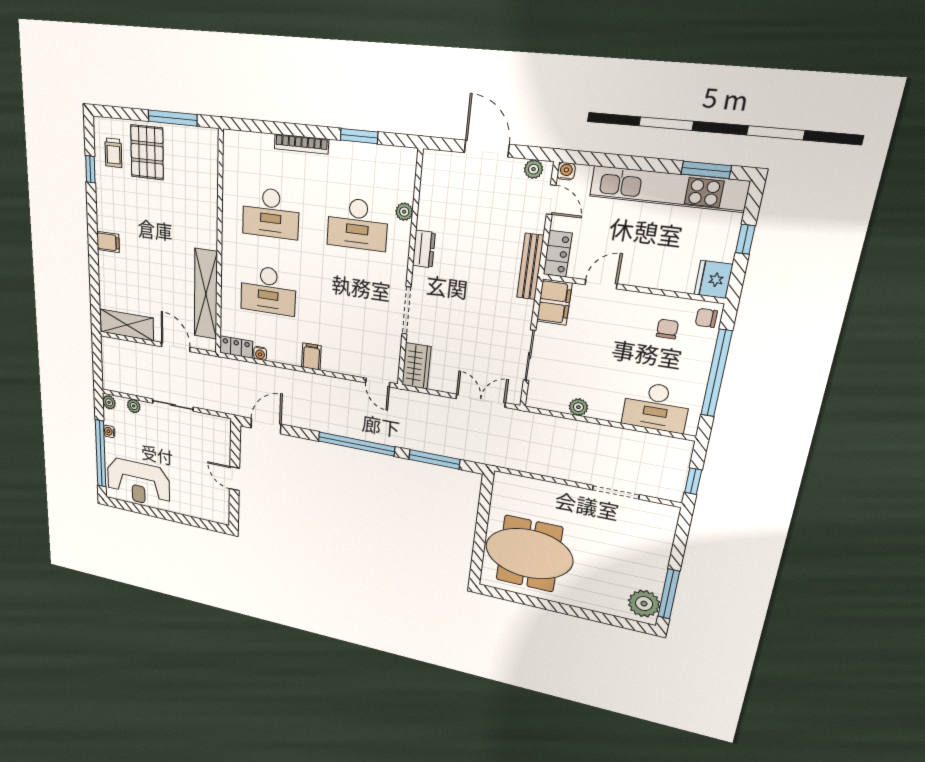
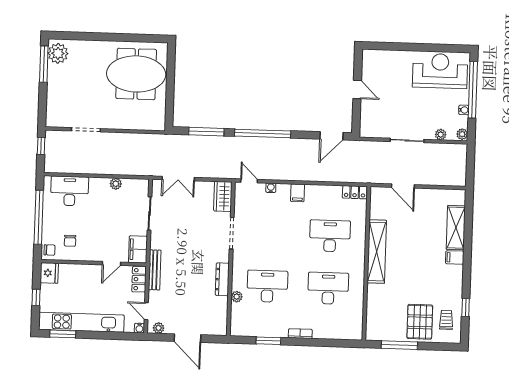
bookcase: (301, 144) -> (300, 334), width x0.64
dresser: (424, 249) -> (222, 279), width x1.44
shelving: (206, 294) -> (377, 252), moved
shelving: (127, 325) -> (456, 228), moved, turned 90
water cooler: (260, 353) -> (271, 188), moved

